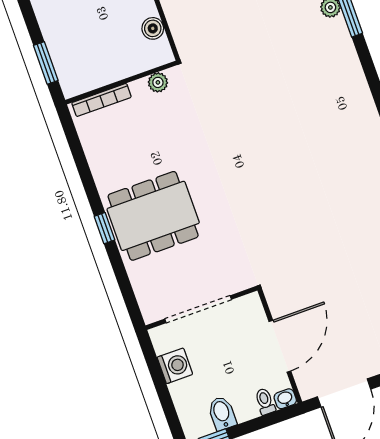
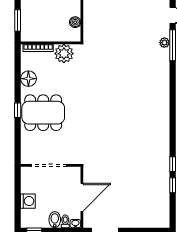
plant: (158, 82) -> (64, 54), width x1.87, depth x1.87
floor lamp: (104, 163) -> (28, 79), added
washing machine: (175, 366) -> (28, 201), moved
bidet: (222, 413) -> (55, 220), moved

